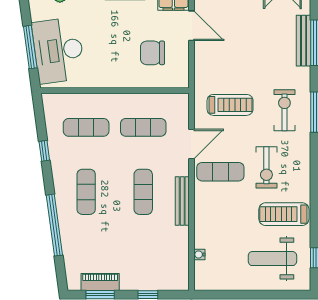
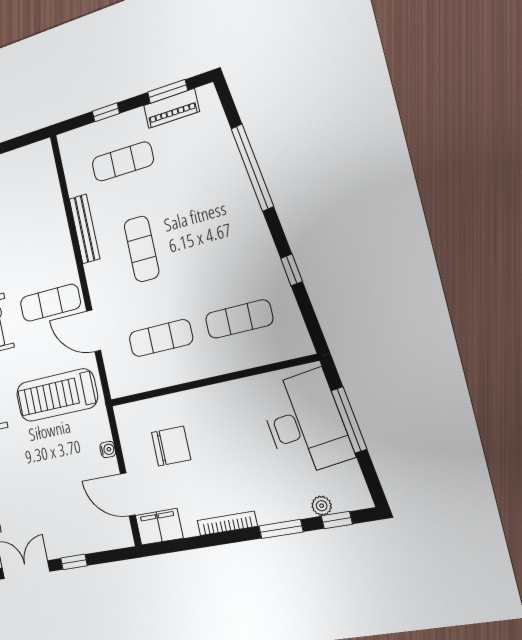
treadmill: (230, 105) -> (57, 395), width x1.37, depth x1.38
door: (192, 144) -> (94, 331), hinge flipped
exercise mat: (86, 192) -> (123, 161), moved, turned 90
bench: (182, 201) -> (85, 229), moved
water cooler: (199, 254) -> (108, 449), moved

